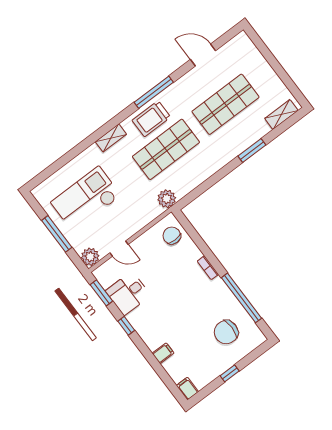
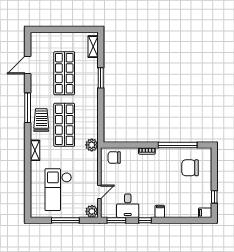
trolley: (151, 119) -> (41, 120), turned 180
chair: (226, 332) -> (190, 168), turned 90
filing cabinet: (163, 353) -> (160, 211), moved
window: (230, 373) -> (214, 197), moved

